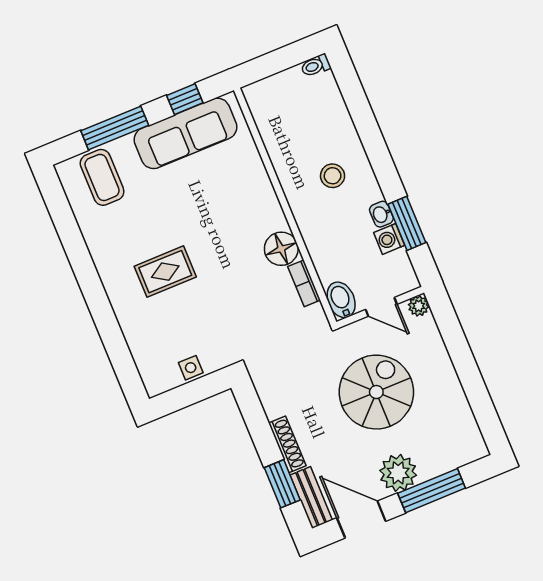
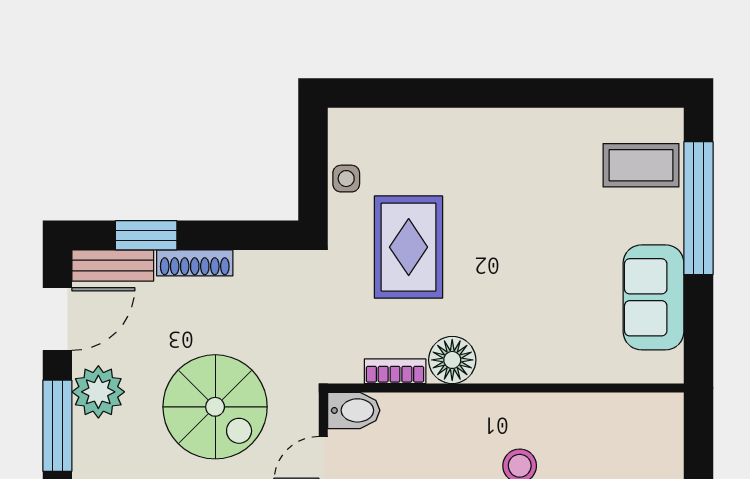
window: (185, 99) -> (698, 315), removed
window: (115, 128) -> (698, 208), width x1.46
sofa: (185, 133) -> (654, 297), width x0.73
rug: (165, 272) -> (409, 247), moved, width x1.36, depth x1.43

